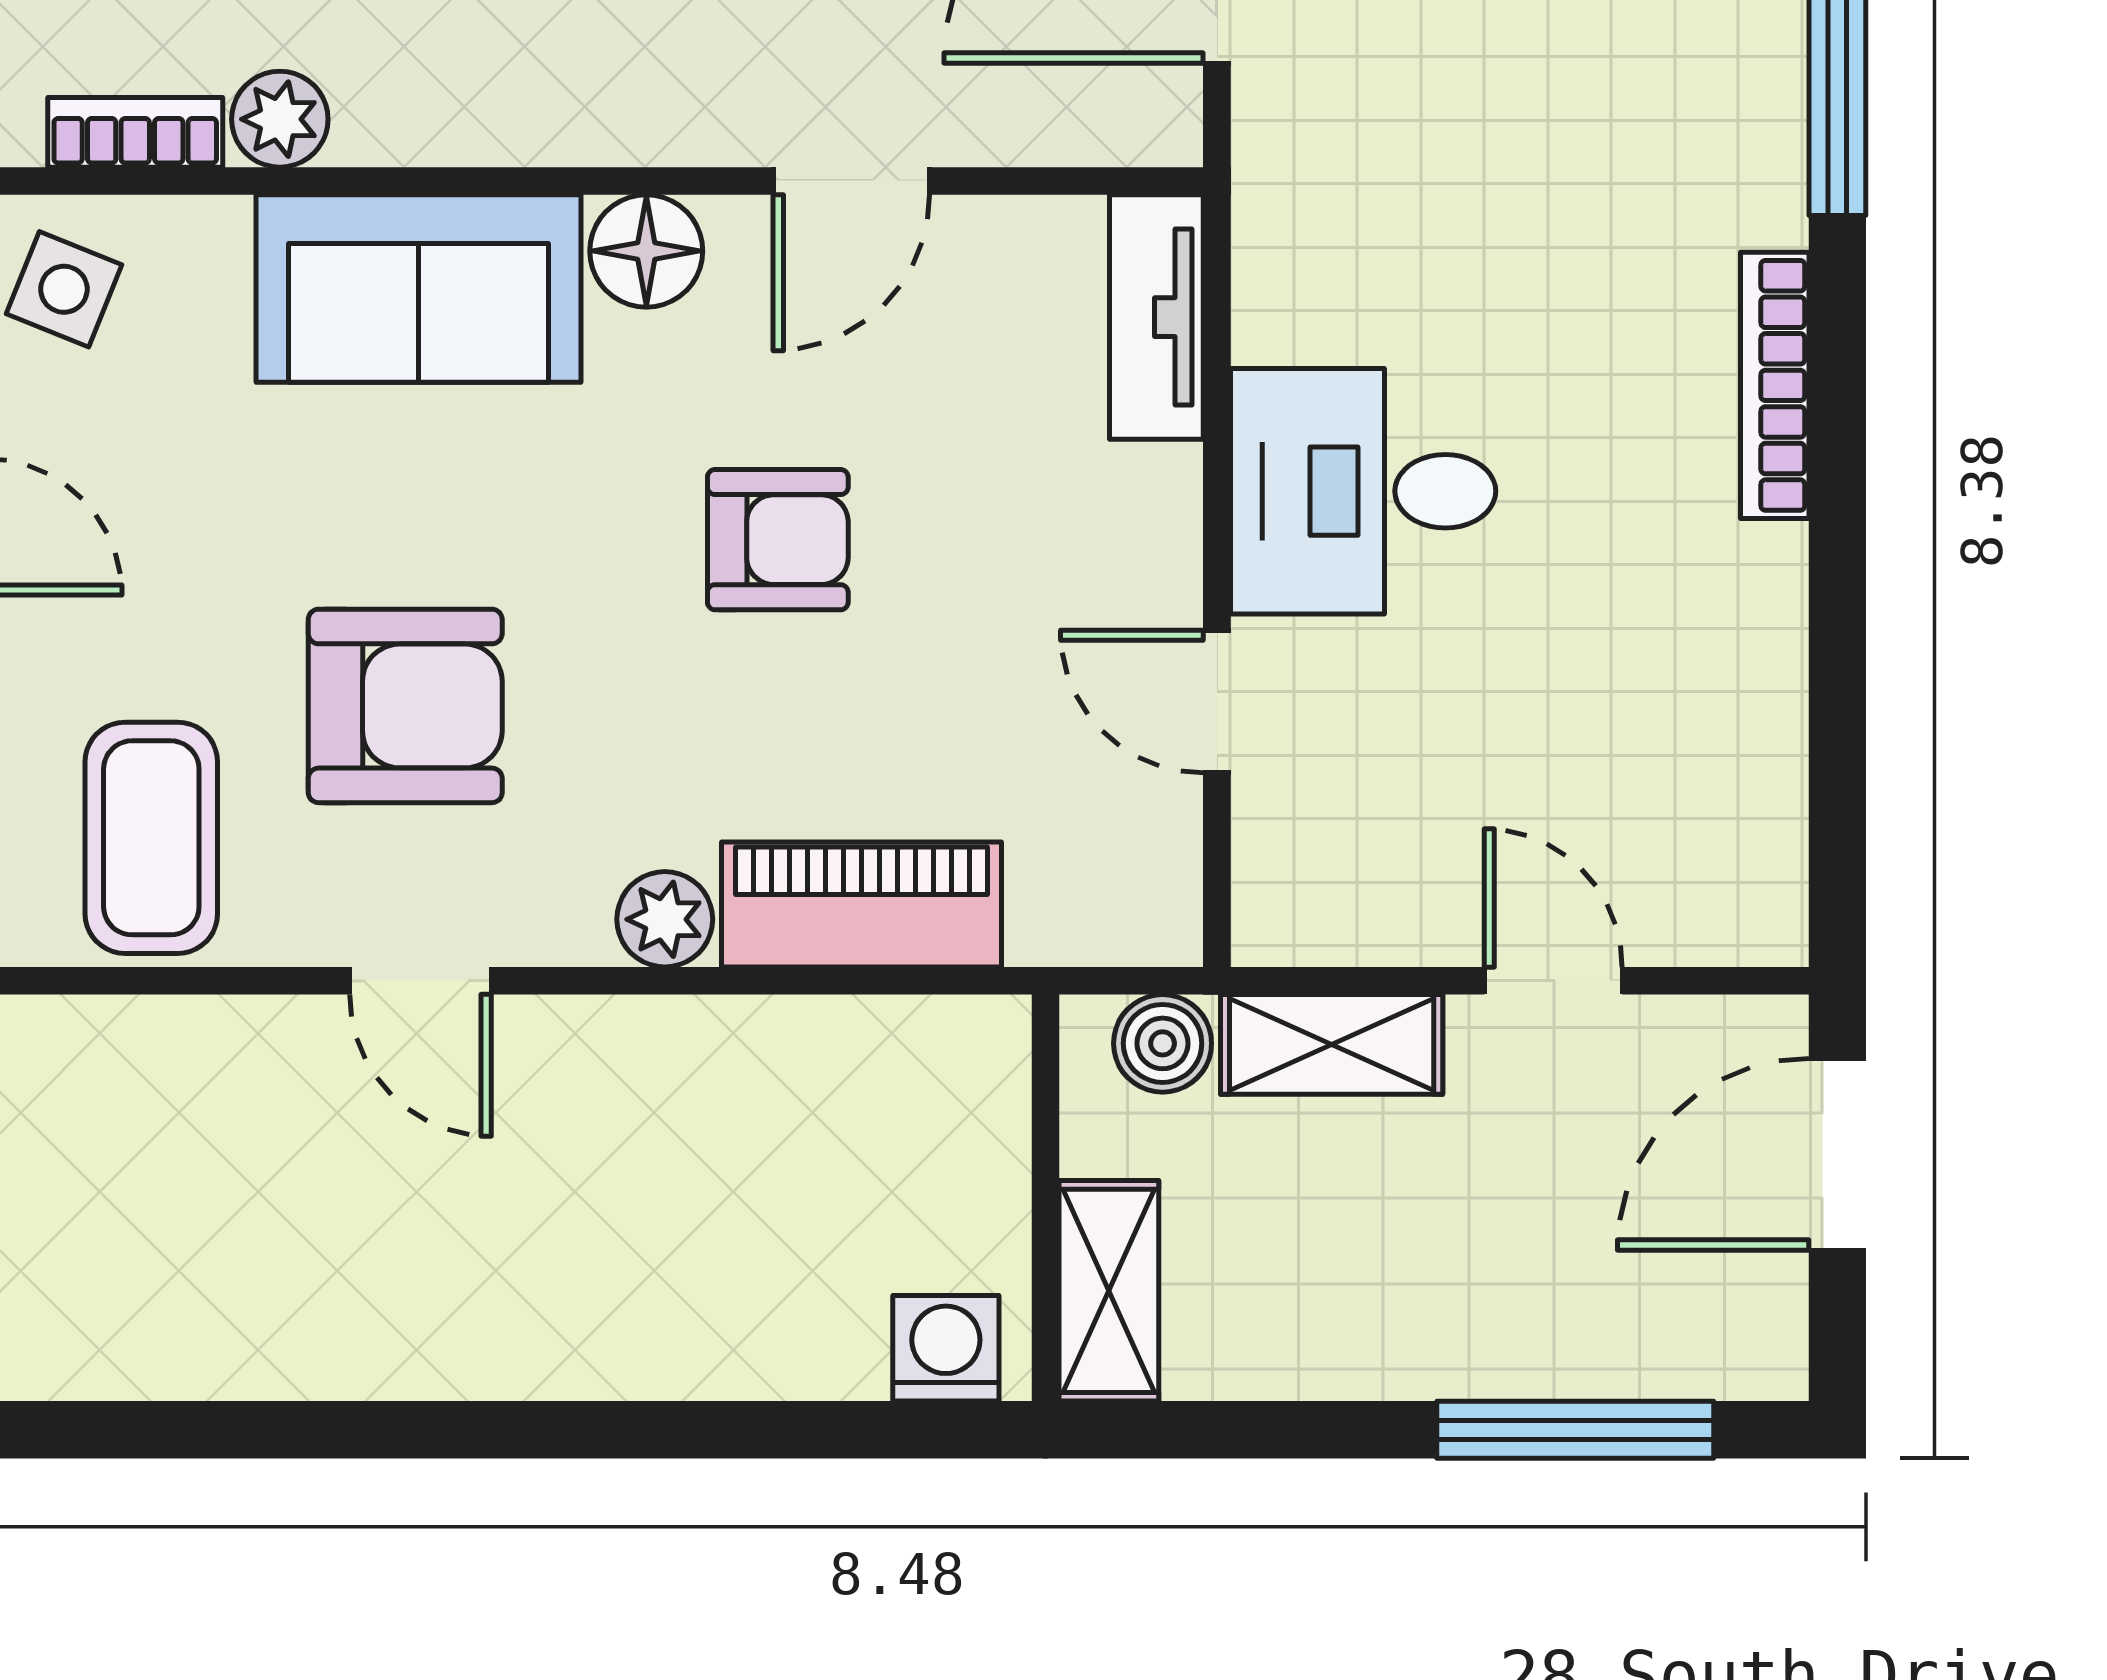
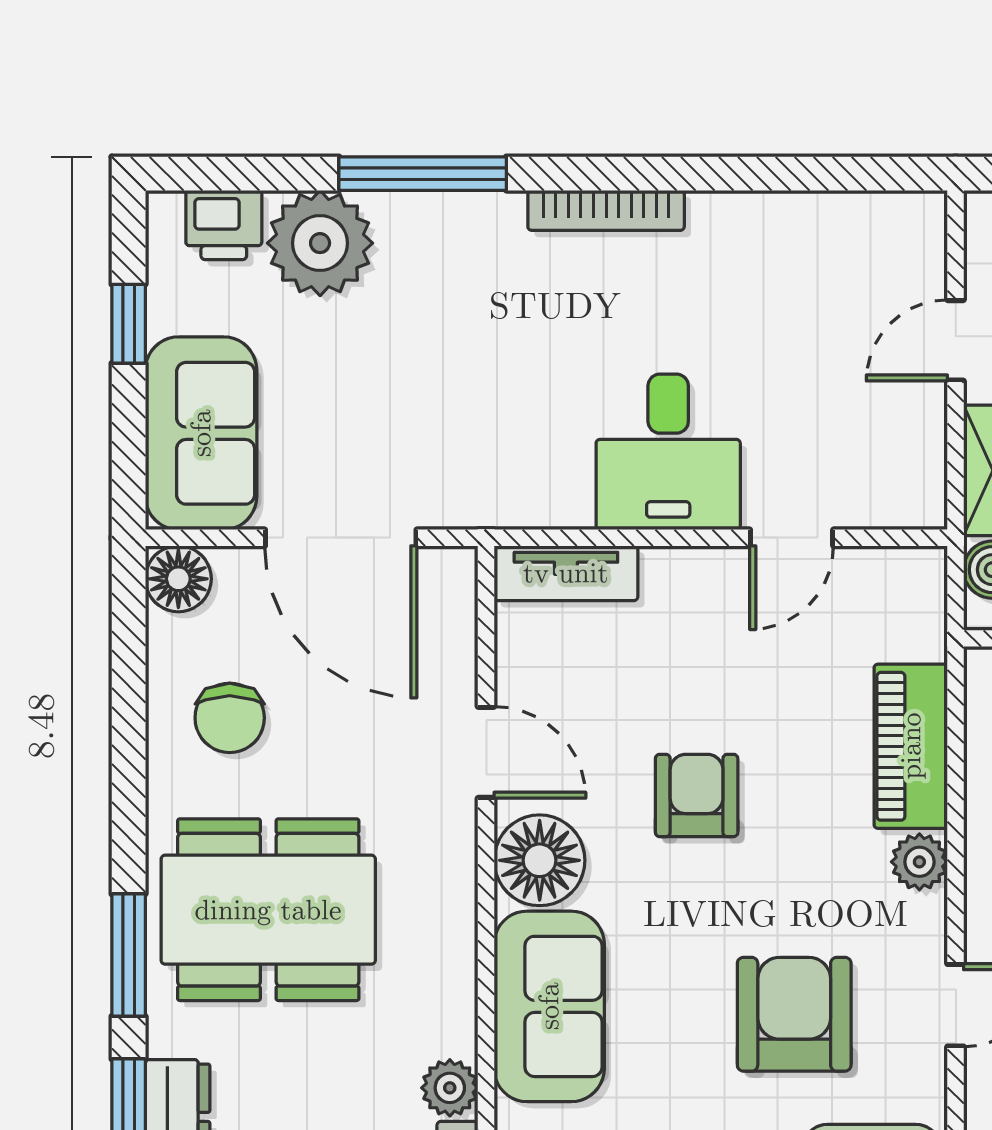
floor lamp: (646, 251) -> (540, 860), width x1.38, depth x1.38

